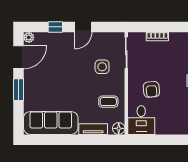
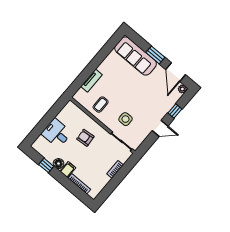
door: (83, 27) -> (160, 128), swing flipped
desk: (141, 120) -> (57, 133), moved
sofa: (51, 123) -> (136, 56), moved, turned 90
floor lamp: (119, 128) -> (78, 97), removed

